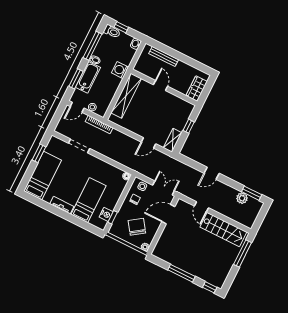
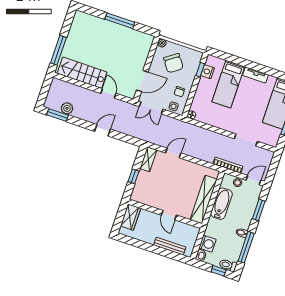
washing machine: (120, 70) -> (208, 244), moved
bathtub: (88, 77) -> (221, 204), moved, turned 180
window: (210, 287) -> (88, 10), removed

